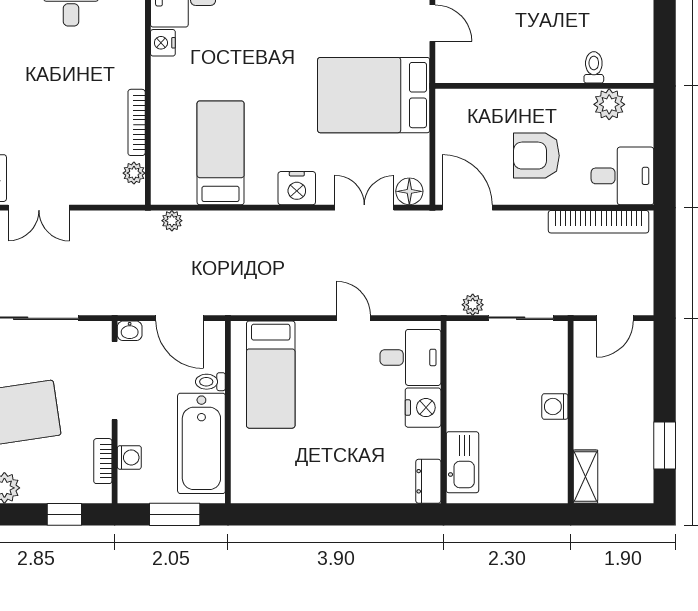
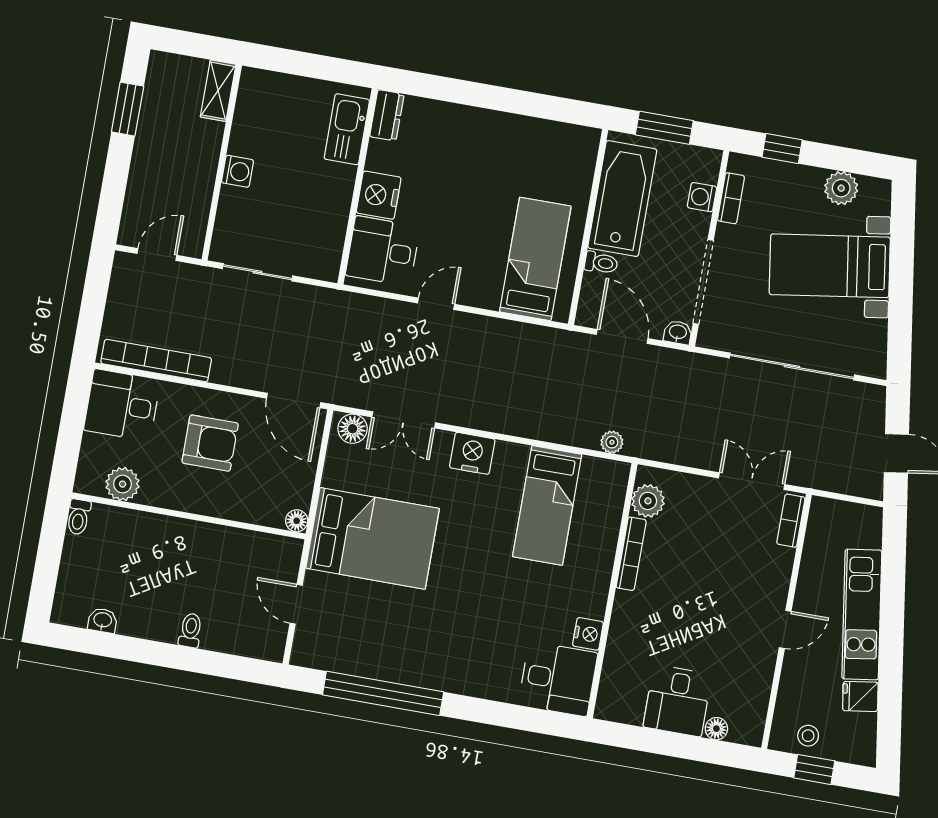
toilet: (594, 67) -> (79, 517), moved
floor lamp: (445, 99) -> (297, 521), added
plant: (134, 173) -> (648, 501), width x1.38, depth x1.38
plant: (473, 305) -> (306, 296), removed
door: (354, 318) -> (436, 304), swing flipped

